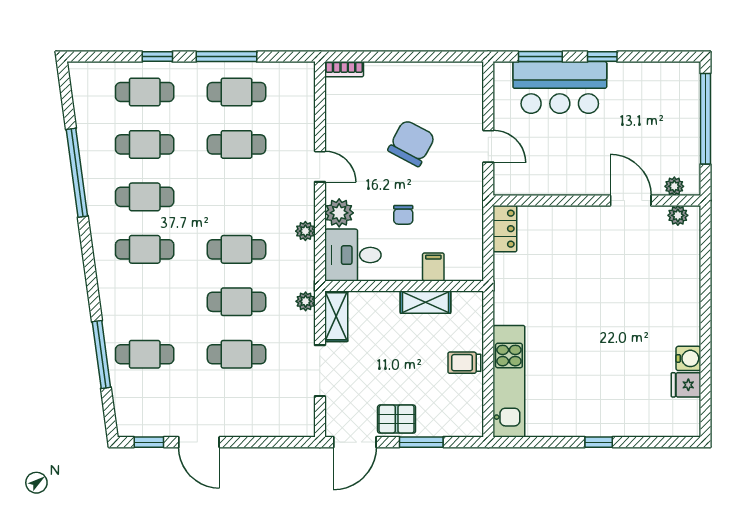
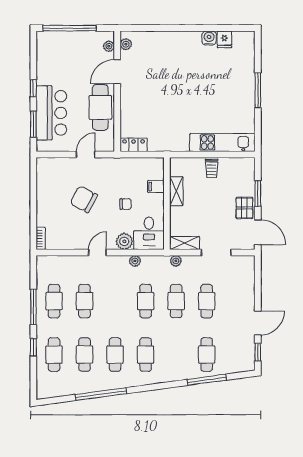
cafe table: (569, 172) -> (100, 107), added
window: (599, 442) -> (258, 90), width x2.17

